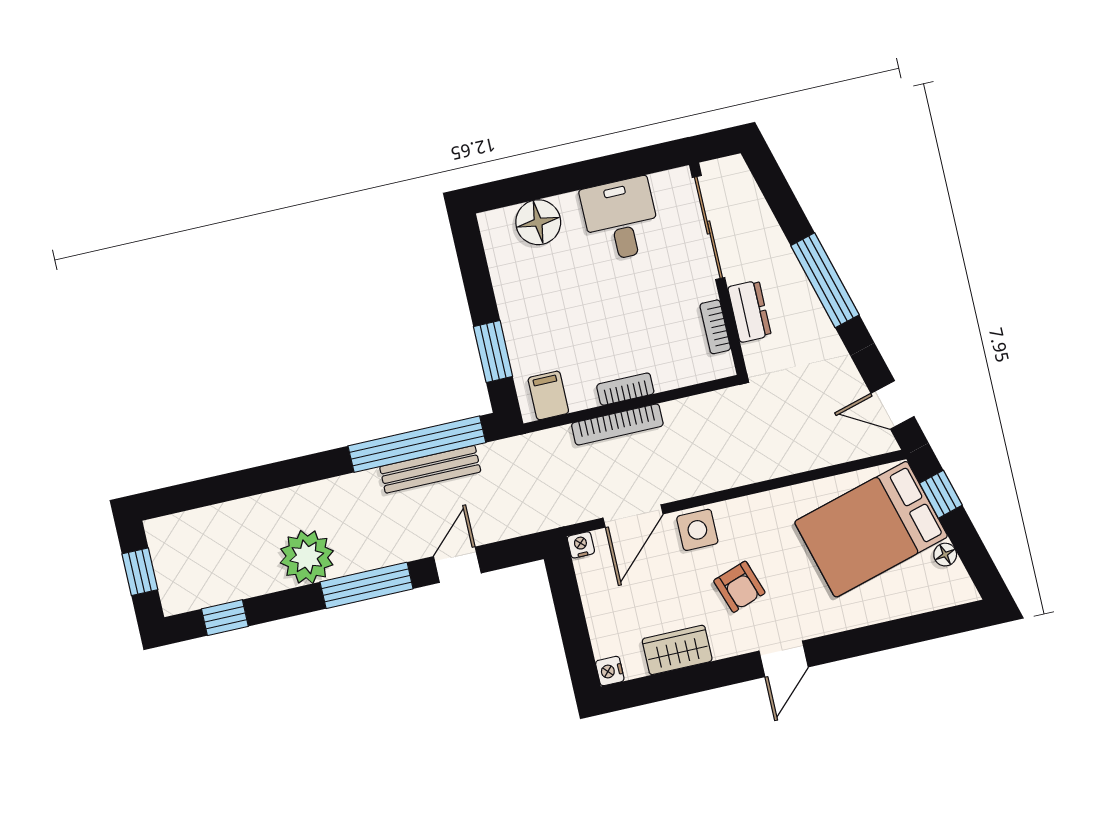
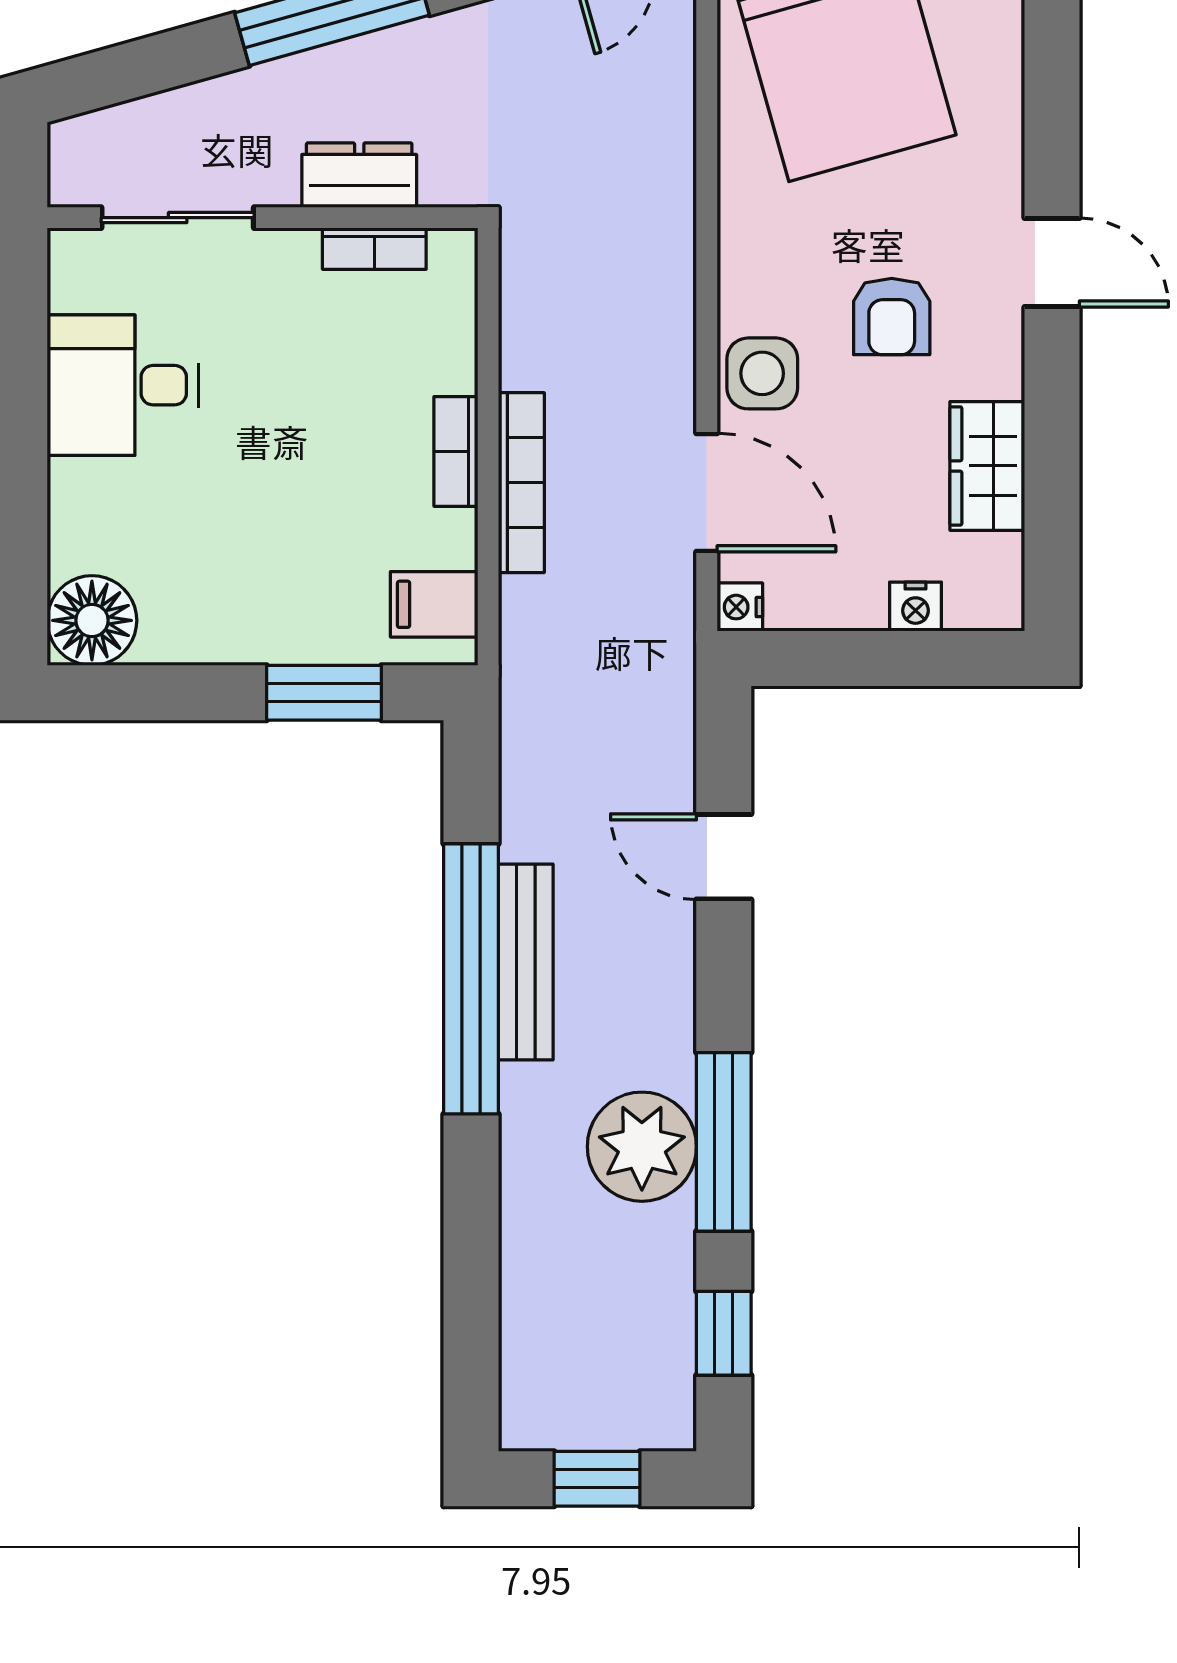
floor lamp: (538, 222) -> (92, 620), moved
sliding door: (709, 227) -> (178, 218), width x0.73
window: (417, 444) -> (471, 979), moved
bench: (430, 469) -> (526, 962), moved
window: (367, 585) -> (724, 1142), moved
armchair: (739, 587) -> (892, 317), turned 109
nightstand: (610, 671) -> (916, 607), moved

